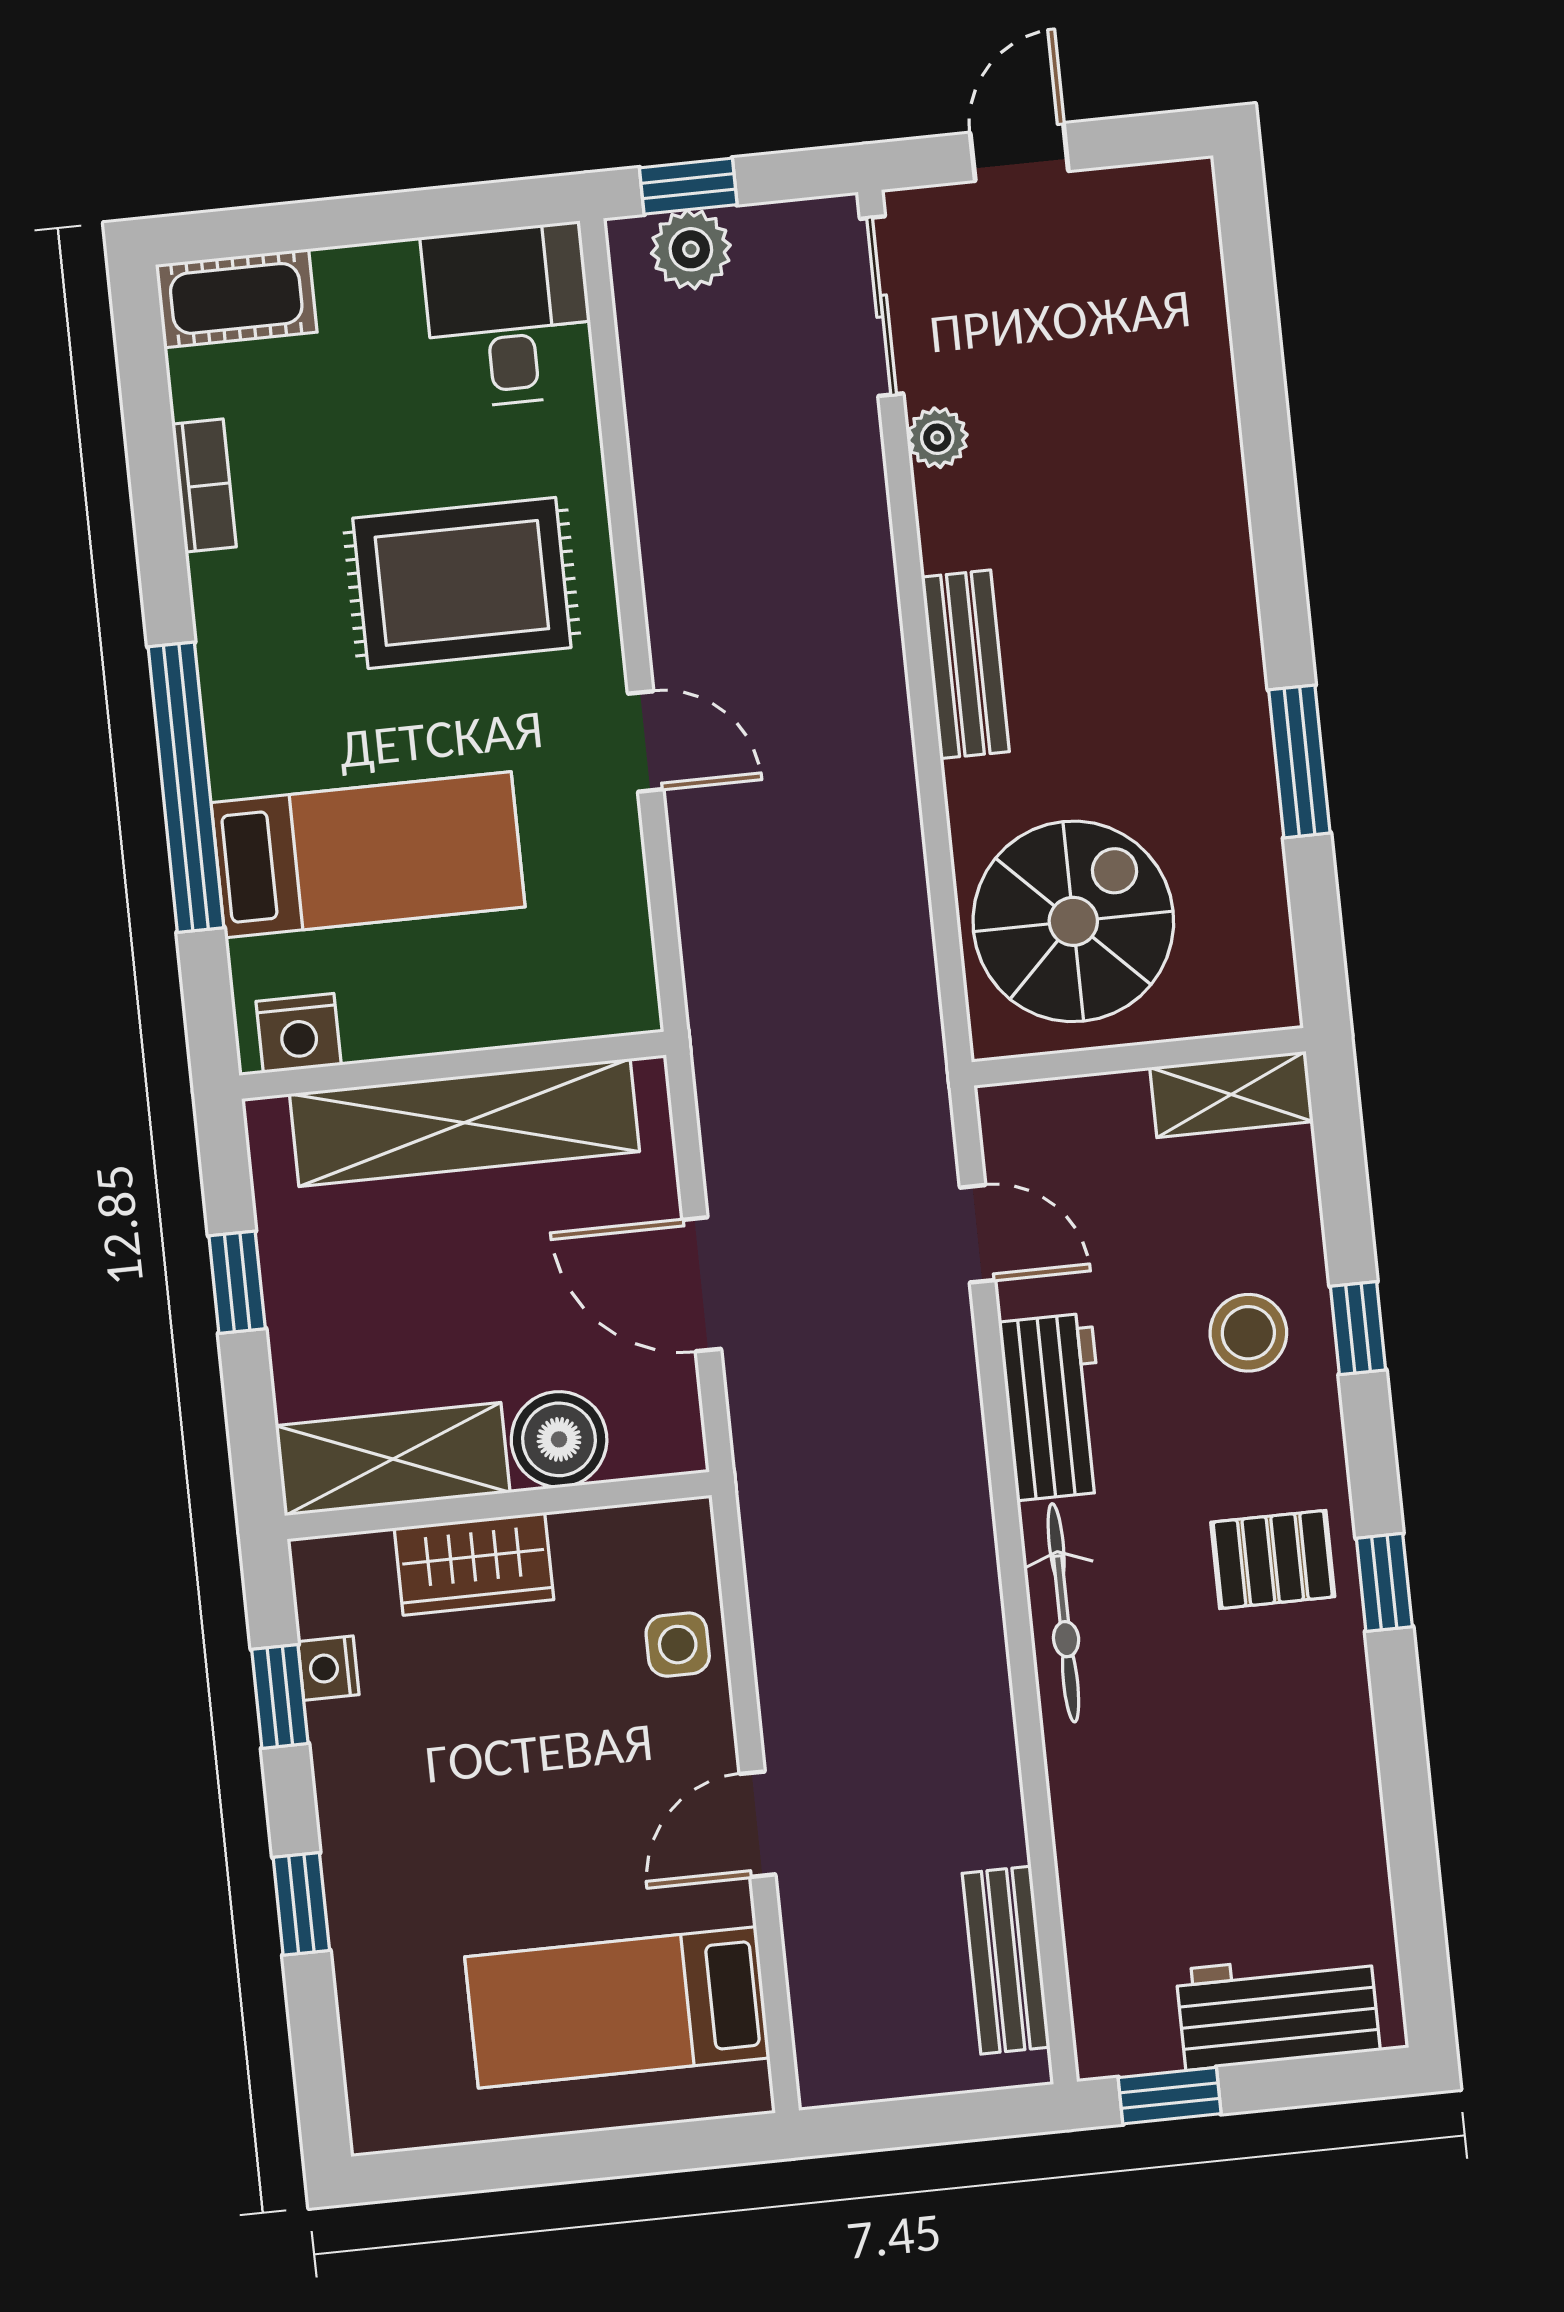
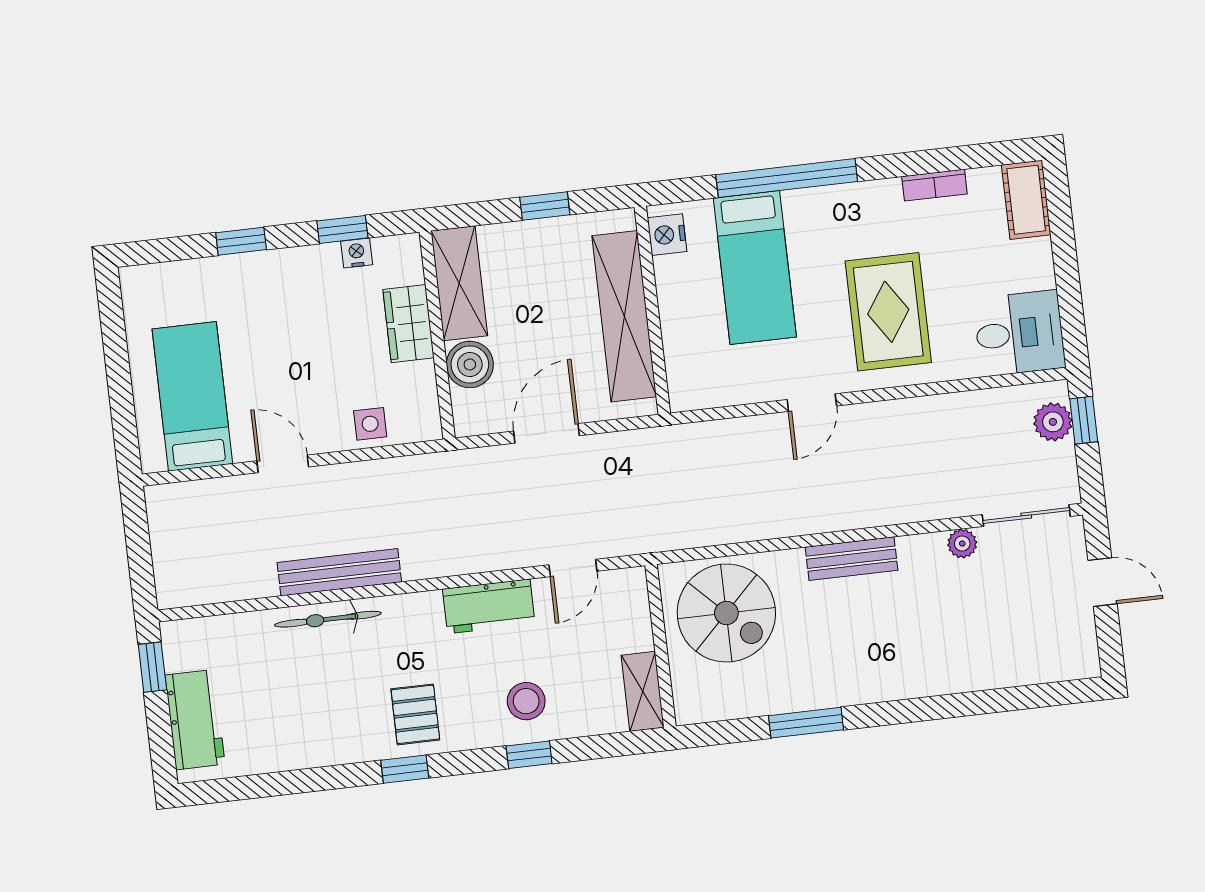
bicycle: (1063, 1613) -> (328, 619), moved
bench: (1006, 1960) -> (339, 572), moved, width x1.36

